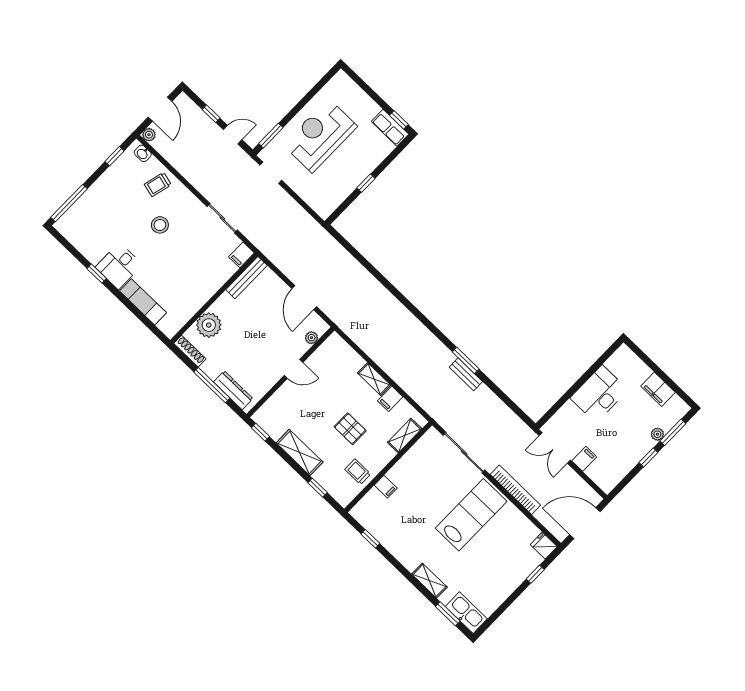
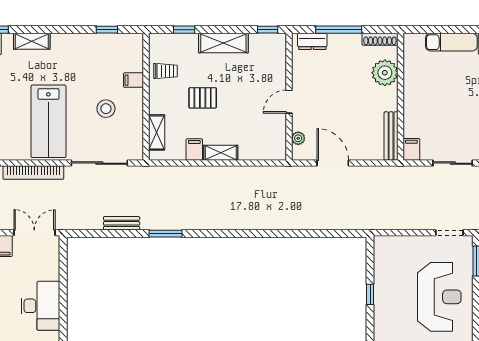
bench: (466, 374) -> (122, 223), moved
dresser: (233, 390) -> (312, 41), width x0.70
stool: (423, 485) -> (106, 109), added

